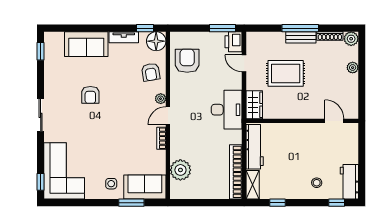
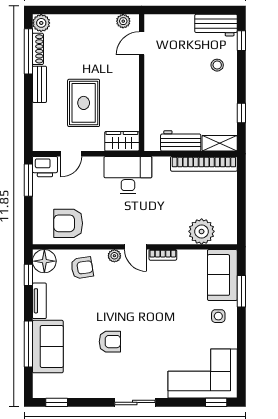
window: (88, 28) -> (28, 344), added
window: (300, 28) -> (28, 51), moved
plant: (353, 68) -> (123, 21), moved
workbench: (255, 147) -> (181, 141), width x0.73

